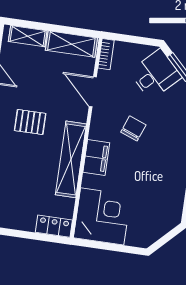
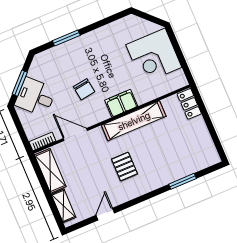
door: (93, 92) -> (75, 135), swing flipped
chair: (133, 128) -> (84, 89), turned -119
corner desk: (102, 216) -> (154, 56), moved, turned -90

